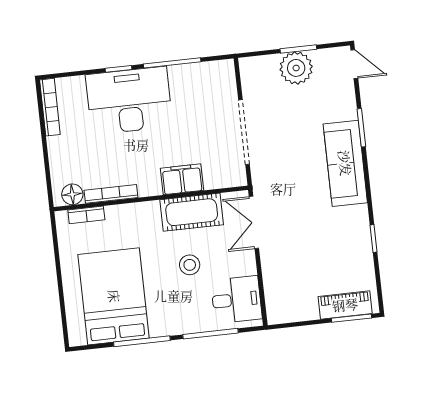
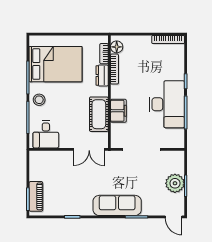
door: (354, 64) -> (173, 217), hinge flipped
desk: (129, 101) -> (167, 104), moved
dresser: (124, 214) -> (102, 75), added
double door: (254, 222) -> (89, 149), swing flipped
stool: (190, 265) -> (39, 100), moved

